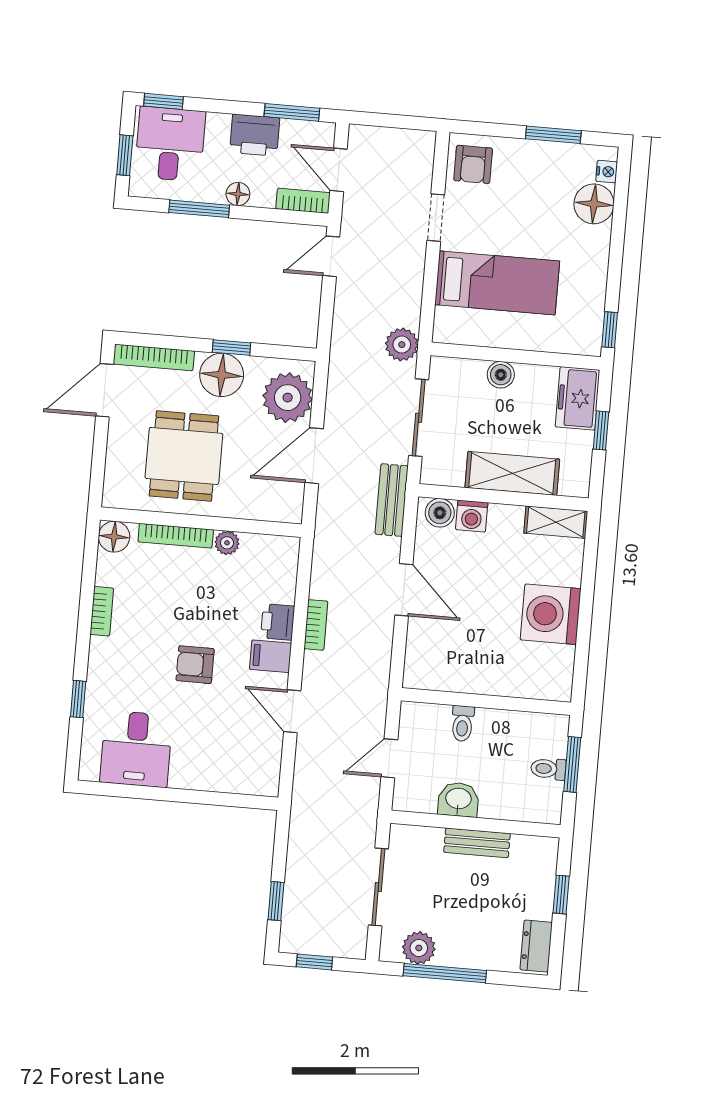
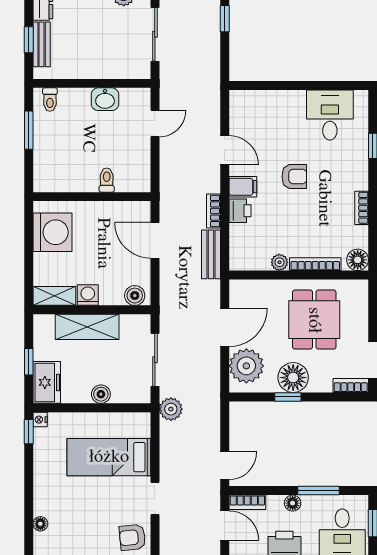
armchair: (473, 164) -> (132, 537), turned -96
nightstand: (607, 172) -> (40, 420), moved
floor lamp: (594, 204) -> (40, 524), width x0.53, depth x0.53
bookcase: (154, 357) -> (351, 386), width x0.64
bench: (392, 500) -> (211, 254), moved
washing machine: (472, 516) -> (88, 295), moved
wall: (486, 701) -> (92, 197), moved
toilet: (462, 723) -> (107, 180), moved
toilet: (548, 769) -> (50, 100), moved, turned 90
bench: (477, 843) -> (42, 44), moved, turned 90

